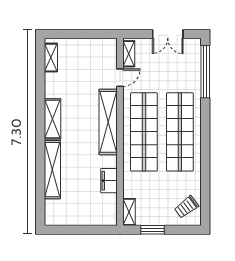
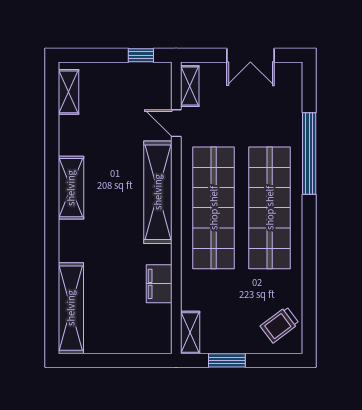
window: (97, 34) -> (141, 55), added
window: (205, 72) -> (309, 154), moved
door: (120, 78) -> (176, 123), swing flipped
shelving: (52, 170) -> (71, 308), moved

